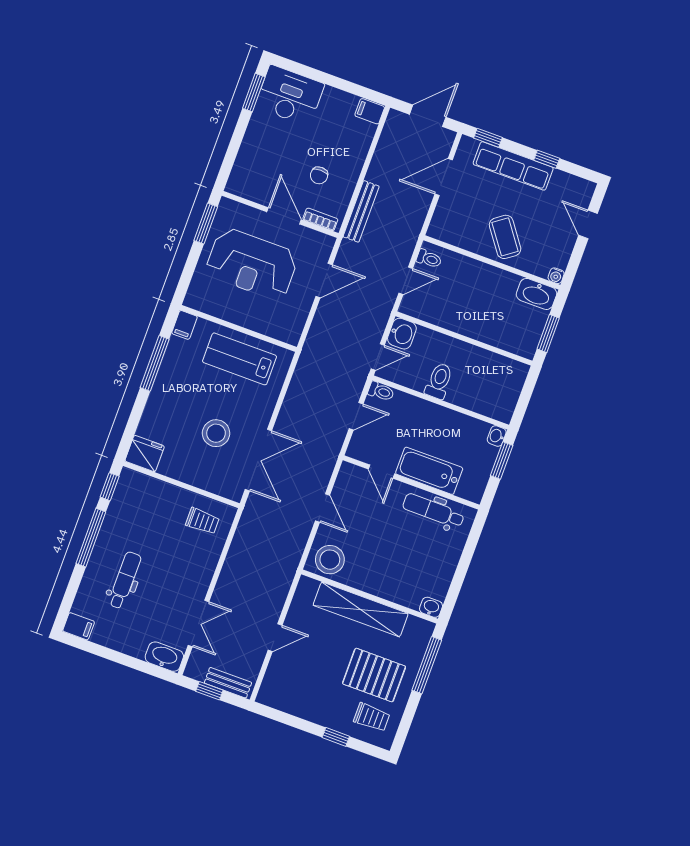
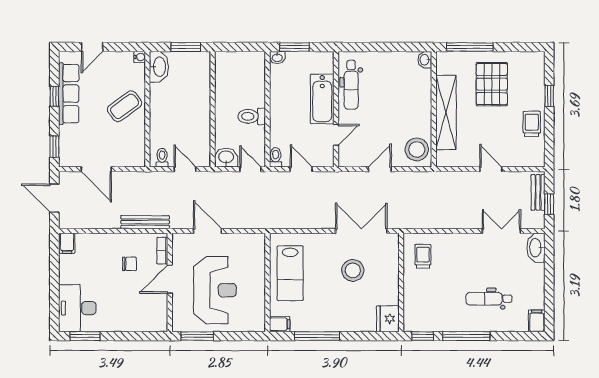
row of seats: (513, 166) -> (69, 94), moved
trolley: (372, 717) -> (532, 124), moved

